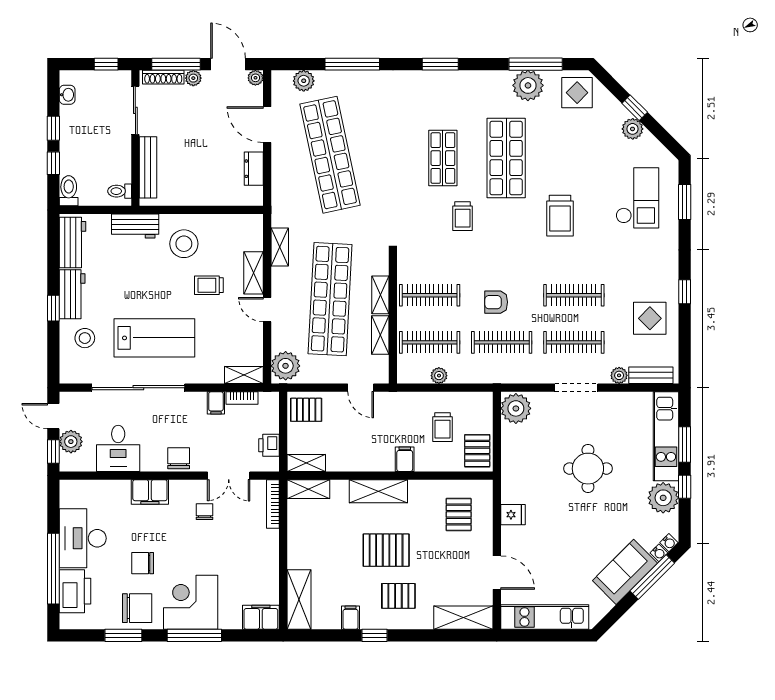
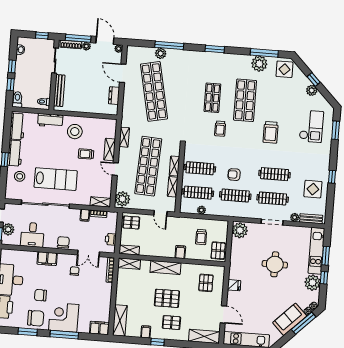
plant: (304, 81) -> (161, 53), moved

